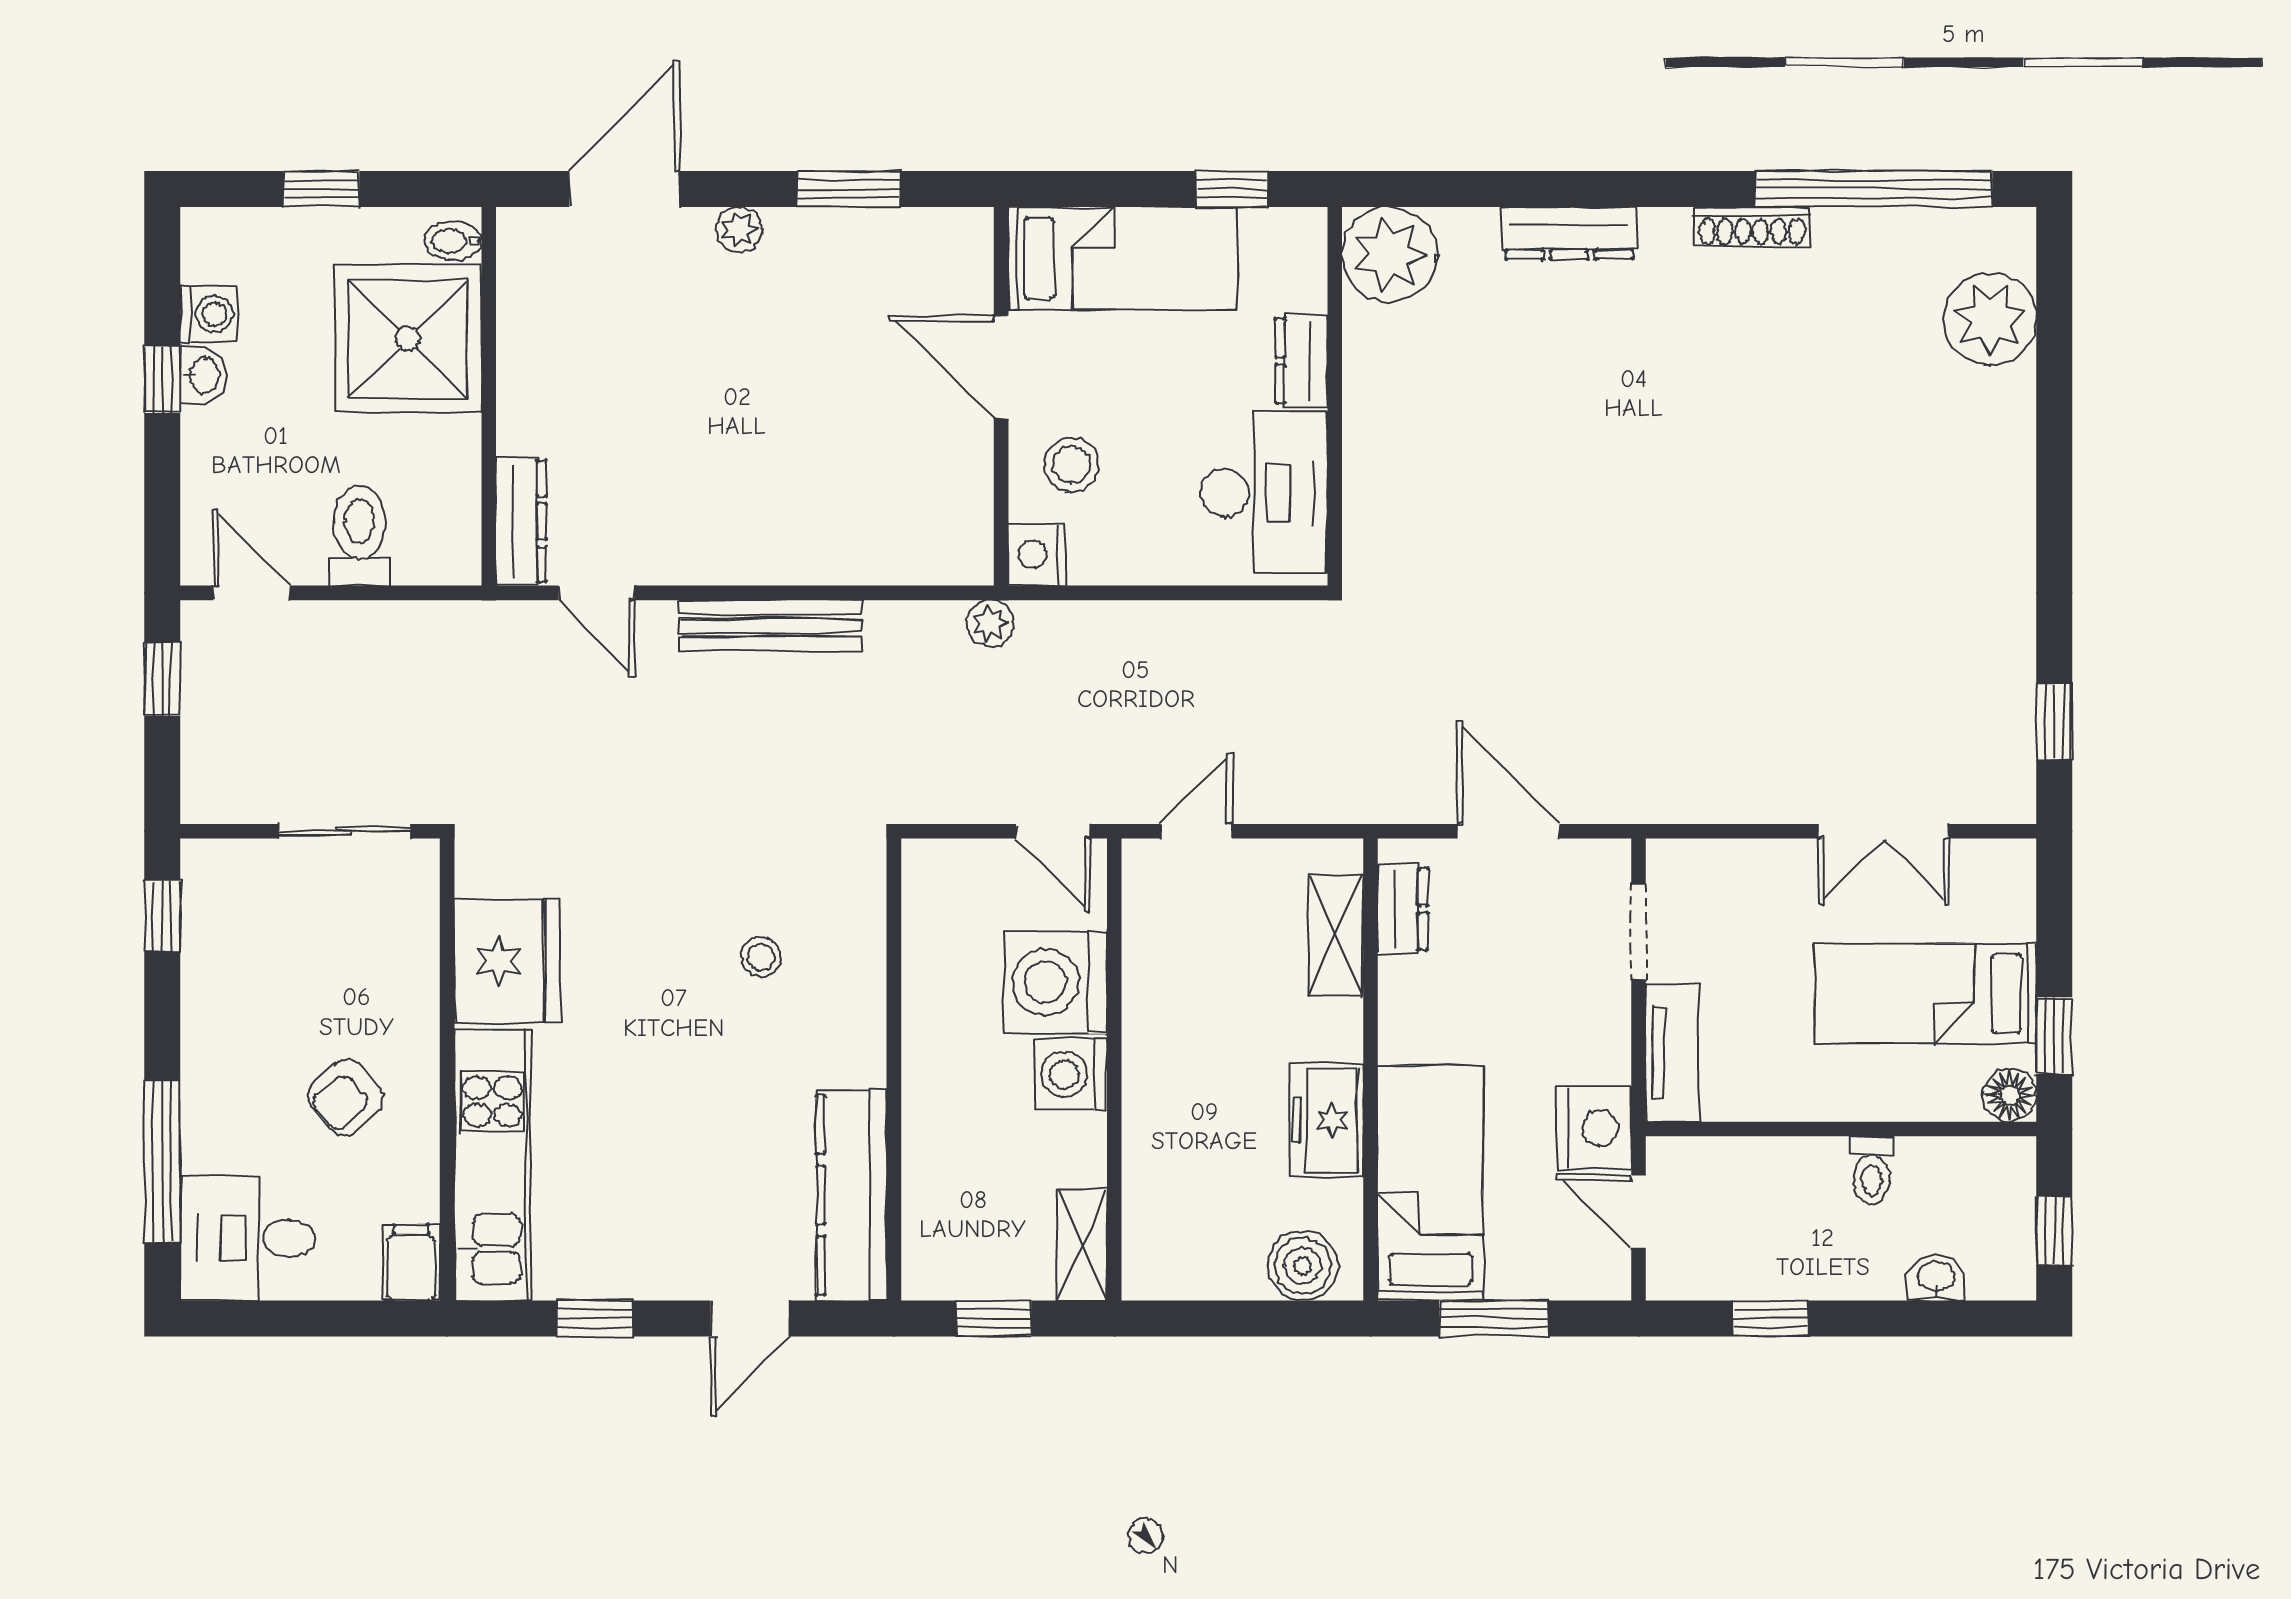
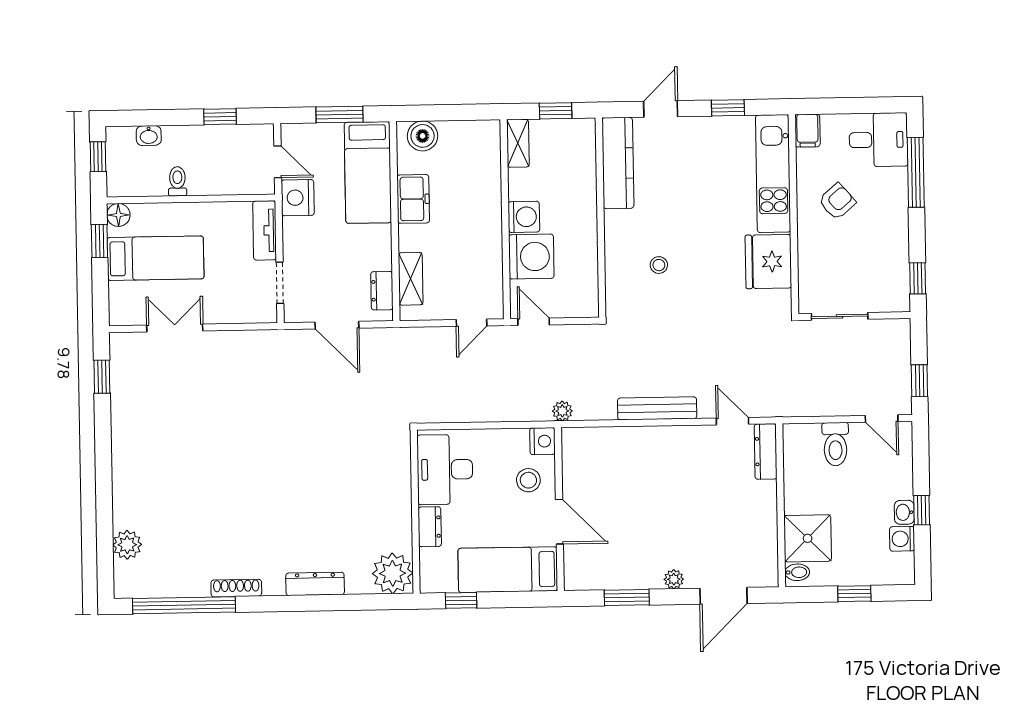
plant: (1990, 319) -> (127, 545), width x0.73, depth x0.73
shower: (408, 339) -> (808, 538), width x0.73, depth x0.73

